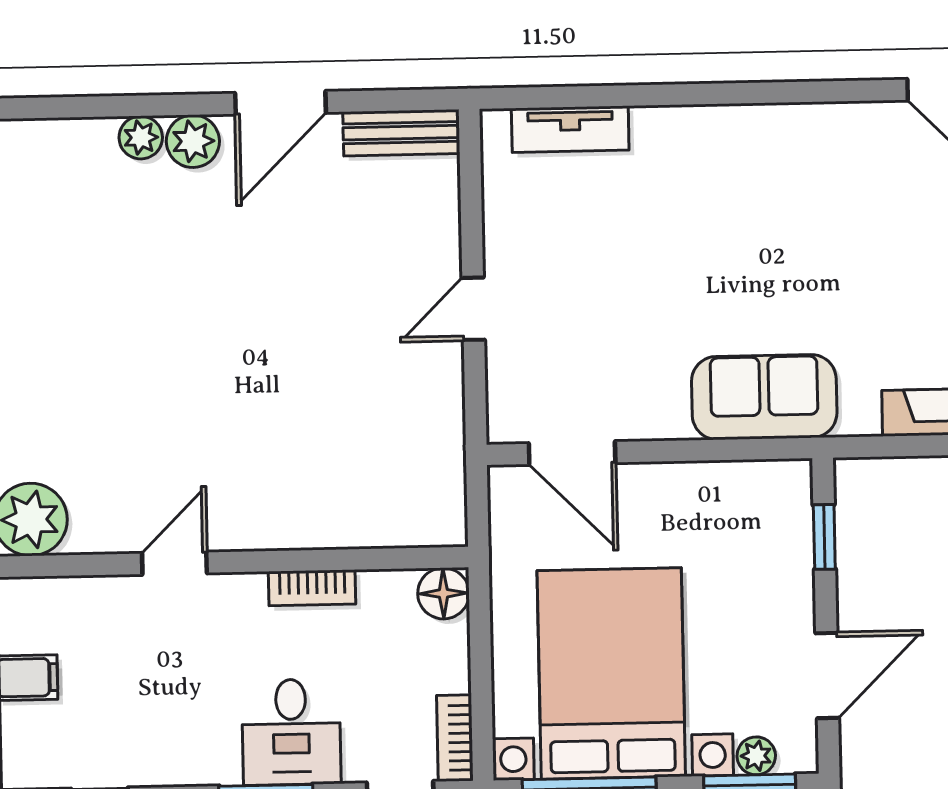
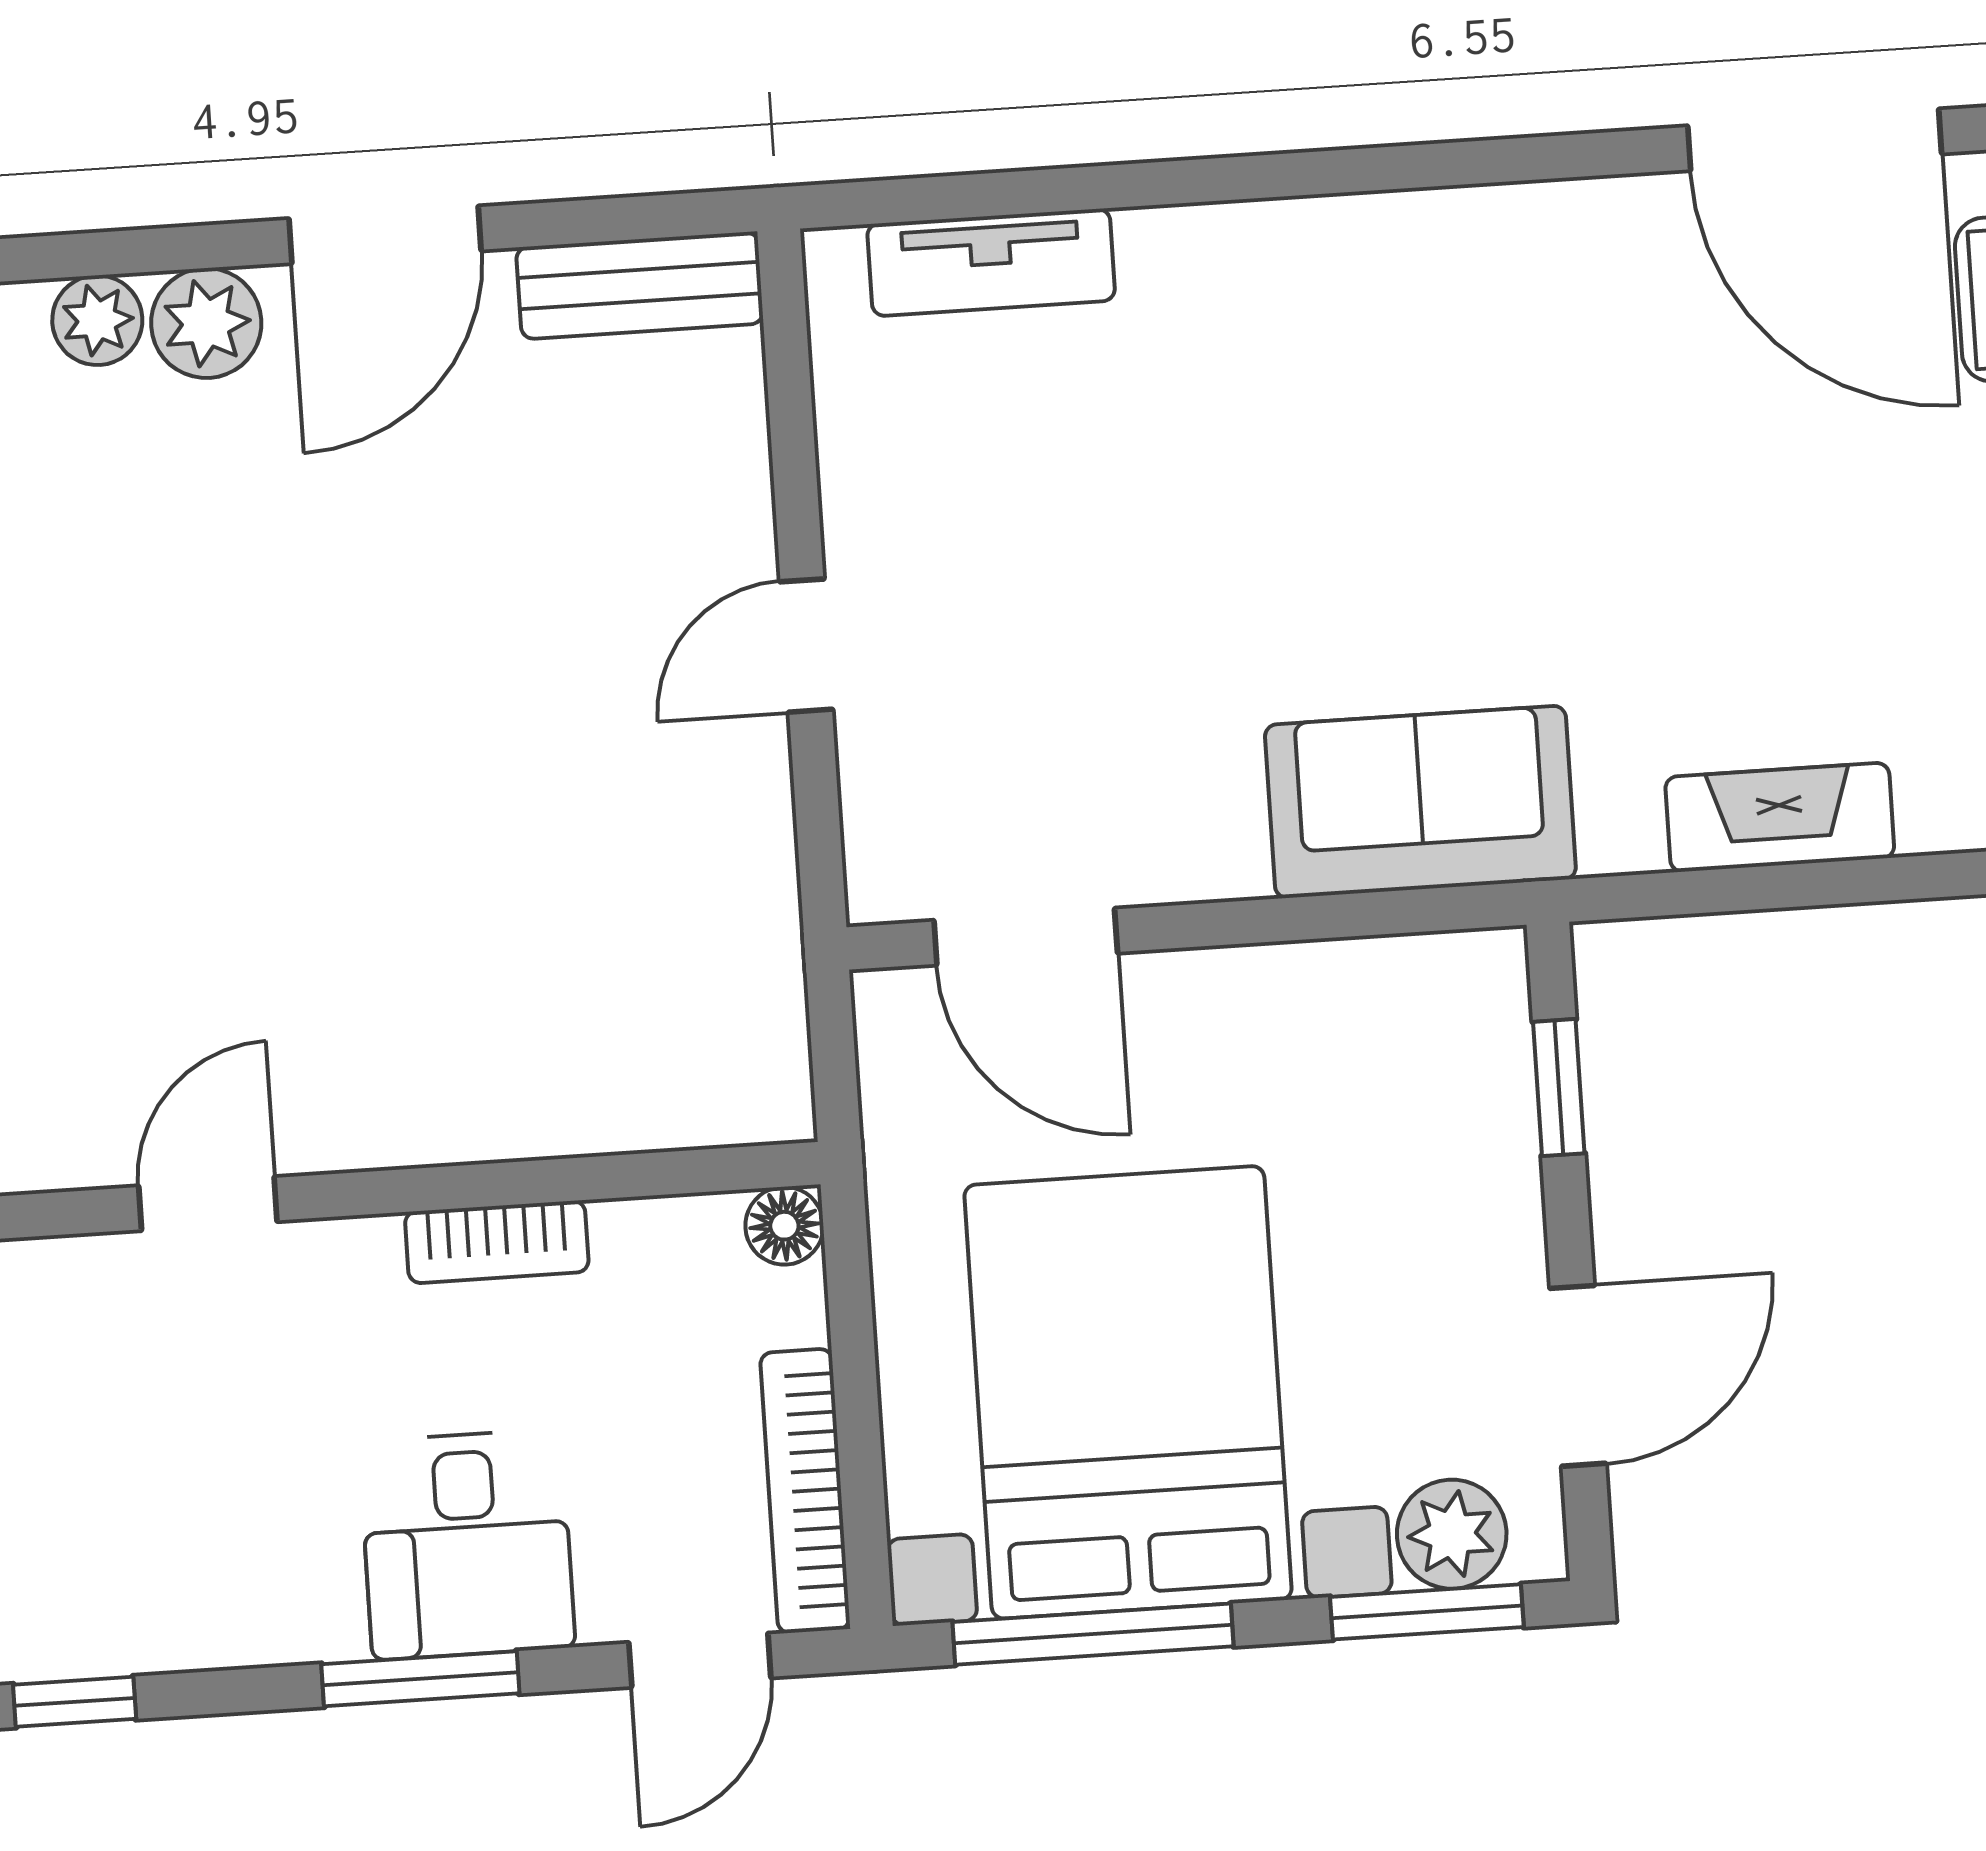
floor lamp: (443, 593) -> (784, 1226), width x0.73, depth x0.73
bookcase: (455, 738) -> (805, 1491), width x1.56
plant: (756, 756) -> (1452, 1534), width x1.38, depth x1.38

